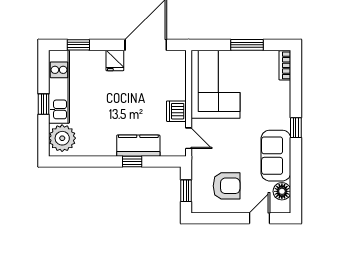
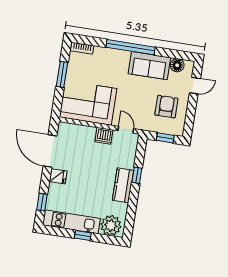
window: (296, 128) -> (131, 47), width x3.17
door: (189, 138) -> (126, 130), hinge flipped
kitchen counter: (138, 146) -> (123, 185), moved
door: (259, 218) -> (195, 86), swing flipped

